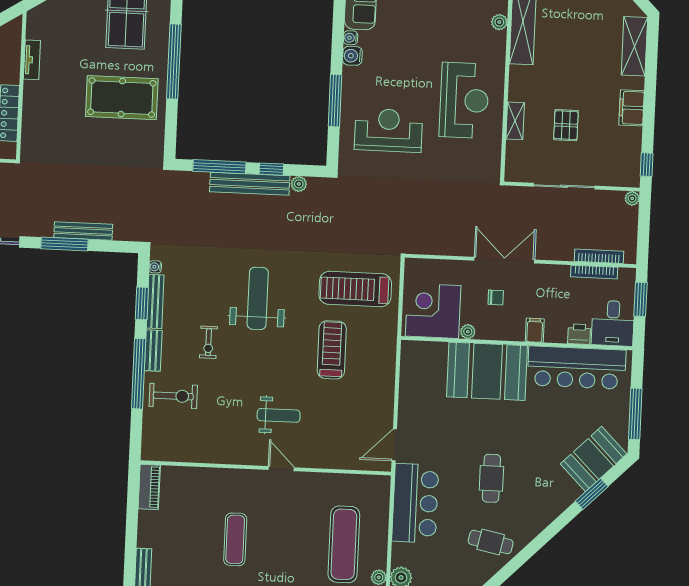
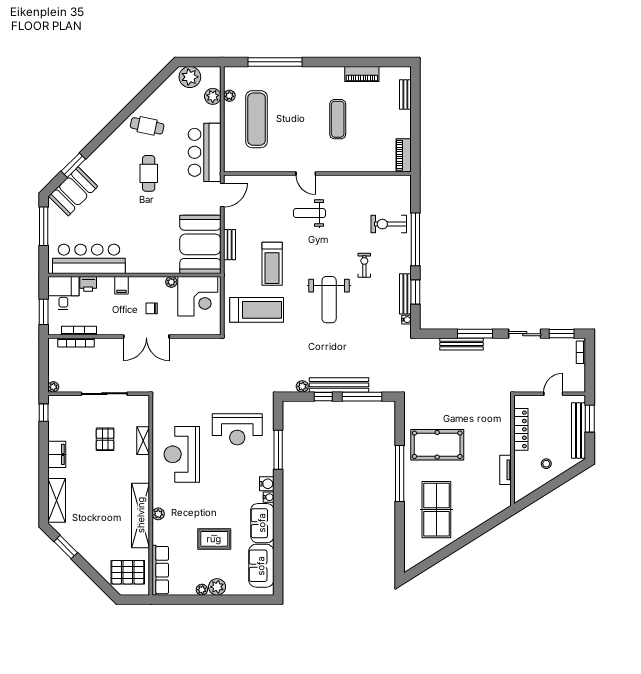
bench: (153, 351) -> (230, 245), moved
booth: (487, 371) -> (200, 244), moved, turned 90

